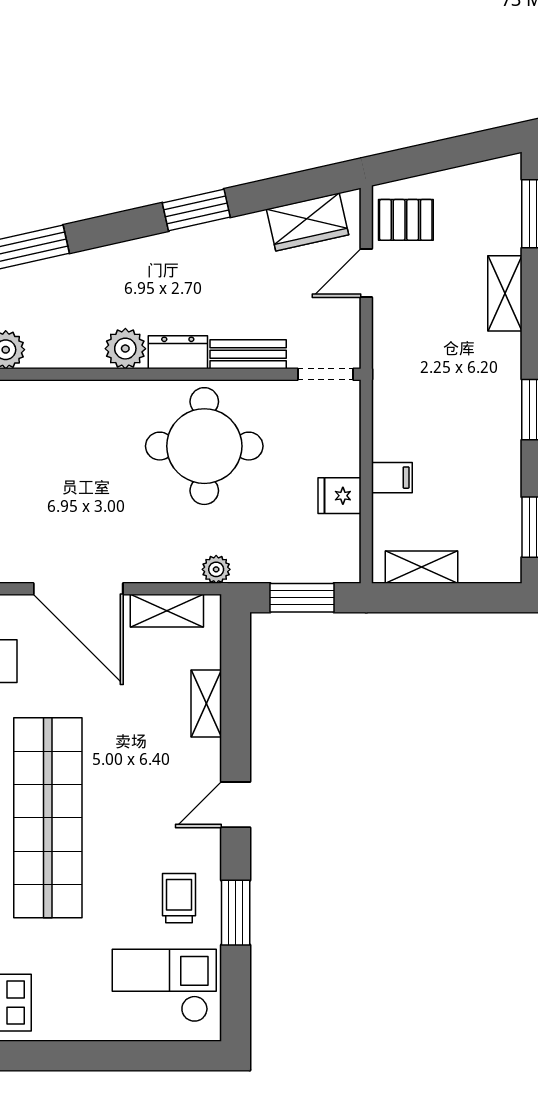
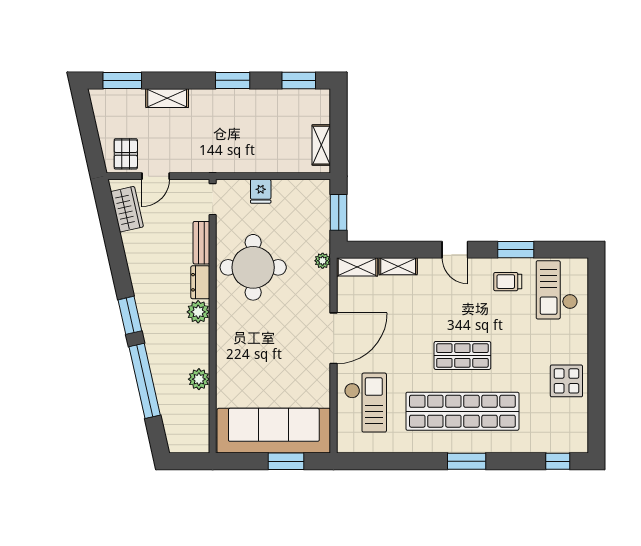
window: (196, 210) -> (130, 315), moved
door: (366, 273) -> (156, 176), hinge flipped
filing cabinet: (392, 478) -> (271, 162), removed
fridge: (340, 496) -> (261, 191), moved
shelving: (167, 611) -> (357, 267), moved, turned 90
shop shelf: (48, 818) -> (462, 355), width x0.50, depth x0.74

